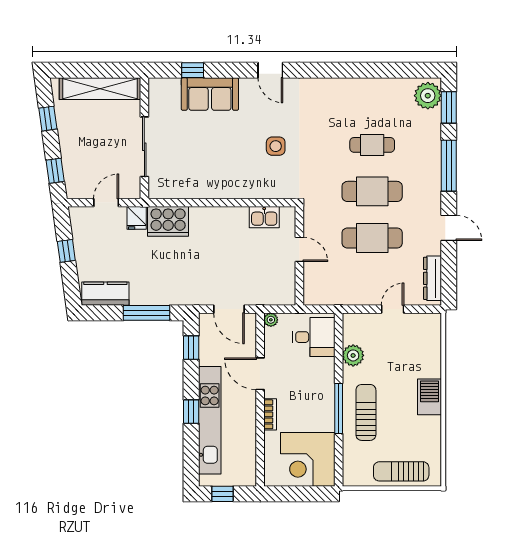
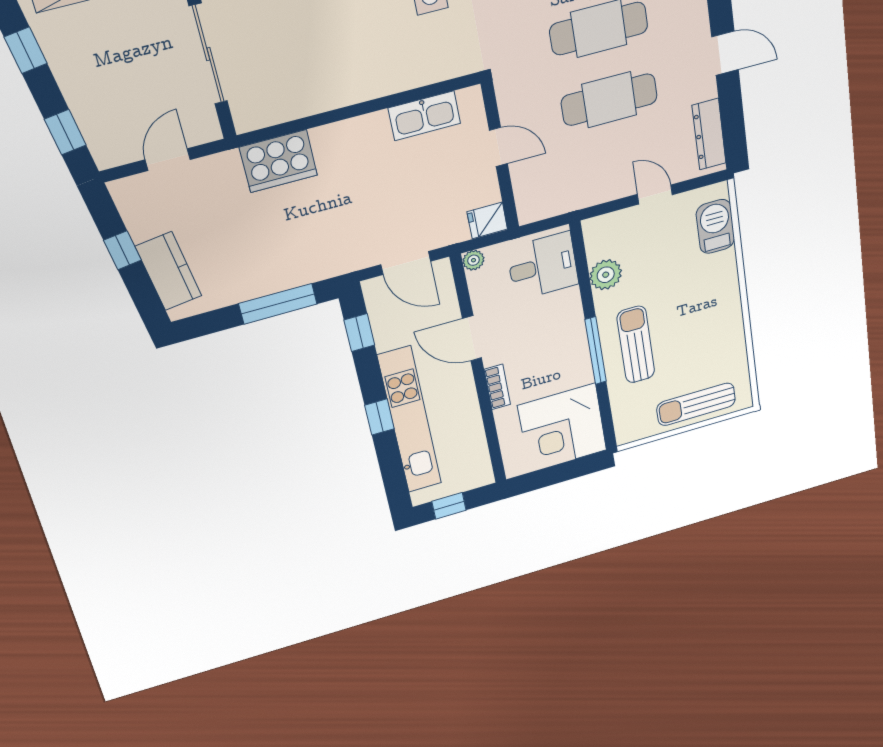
kitchen sink: (264, 217) -> (424, 116), width x1.38
fridge: (137, 218) -> (487, 220), moved, turned 90
kitchen counter: (105, 294) -> (169, 271), moved, turned 82
door: (393, 309) -> (655, 194), hinge flipped
barbecue: (429, 397) -> (715, 226), moved

